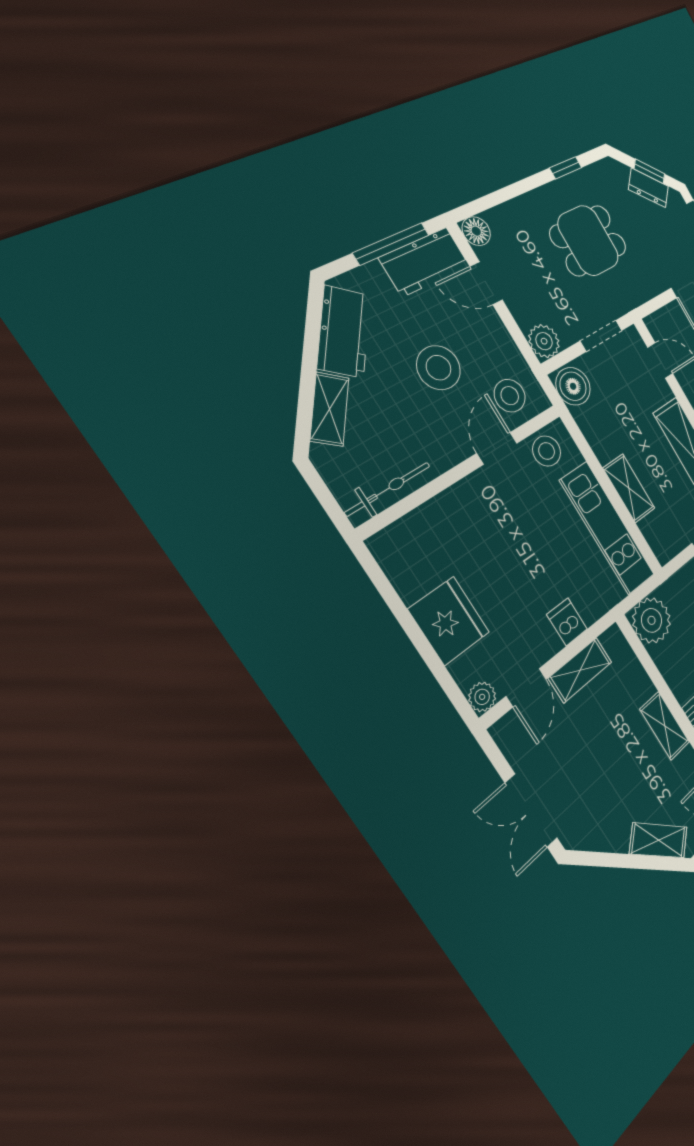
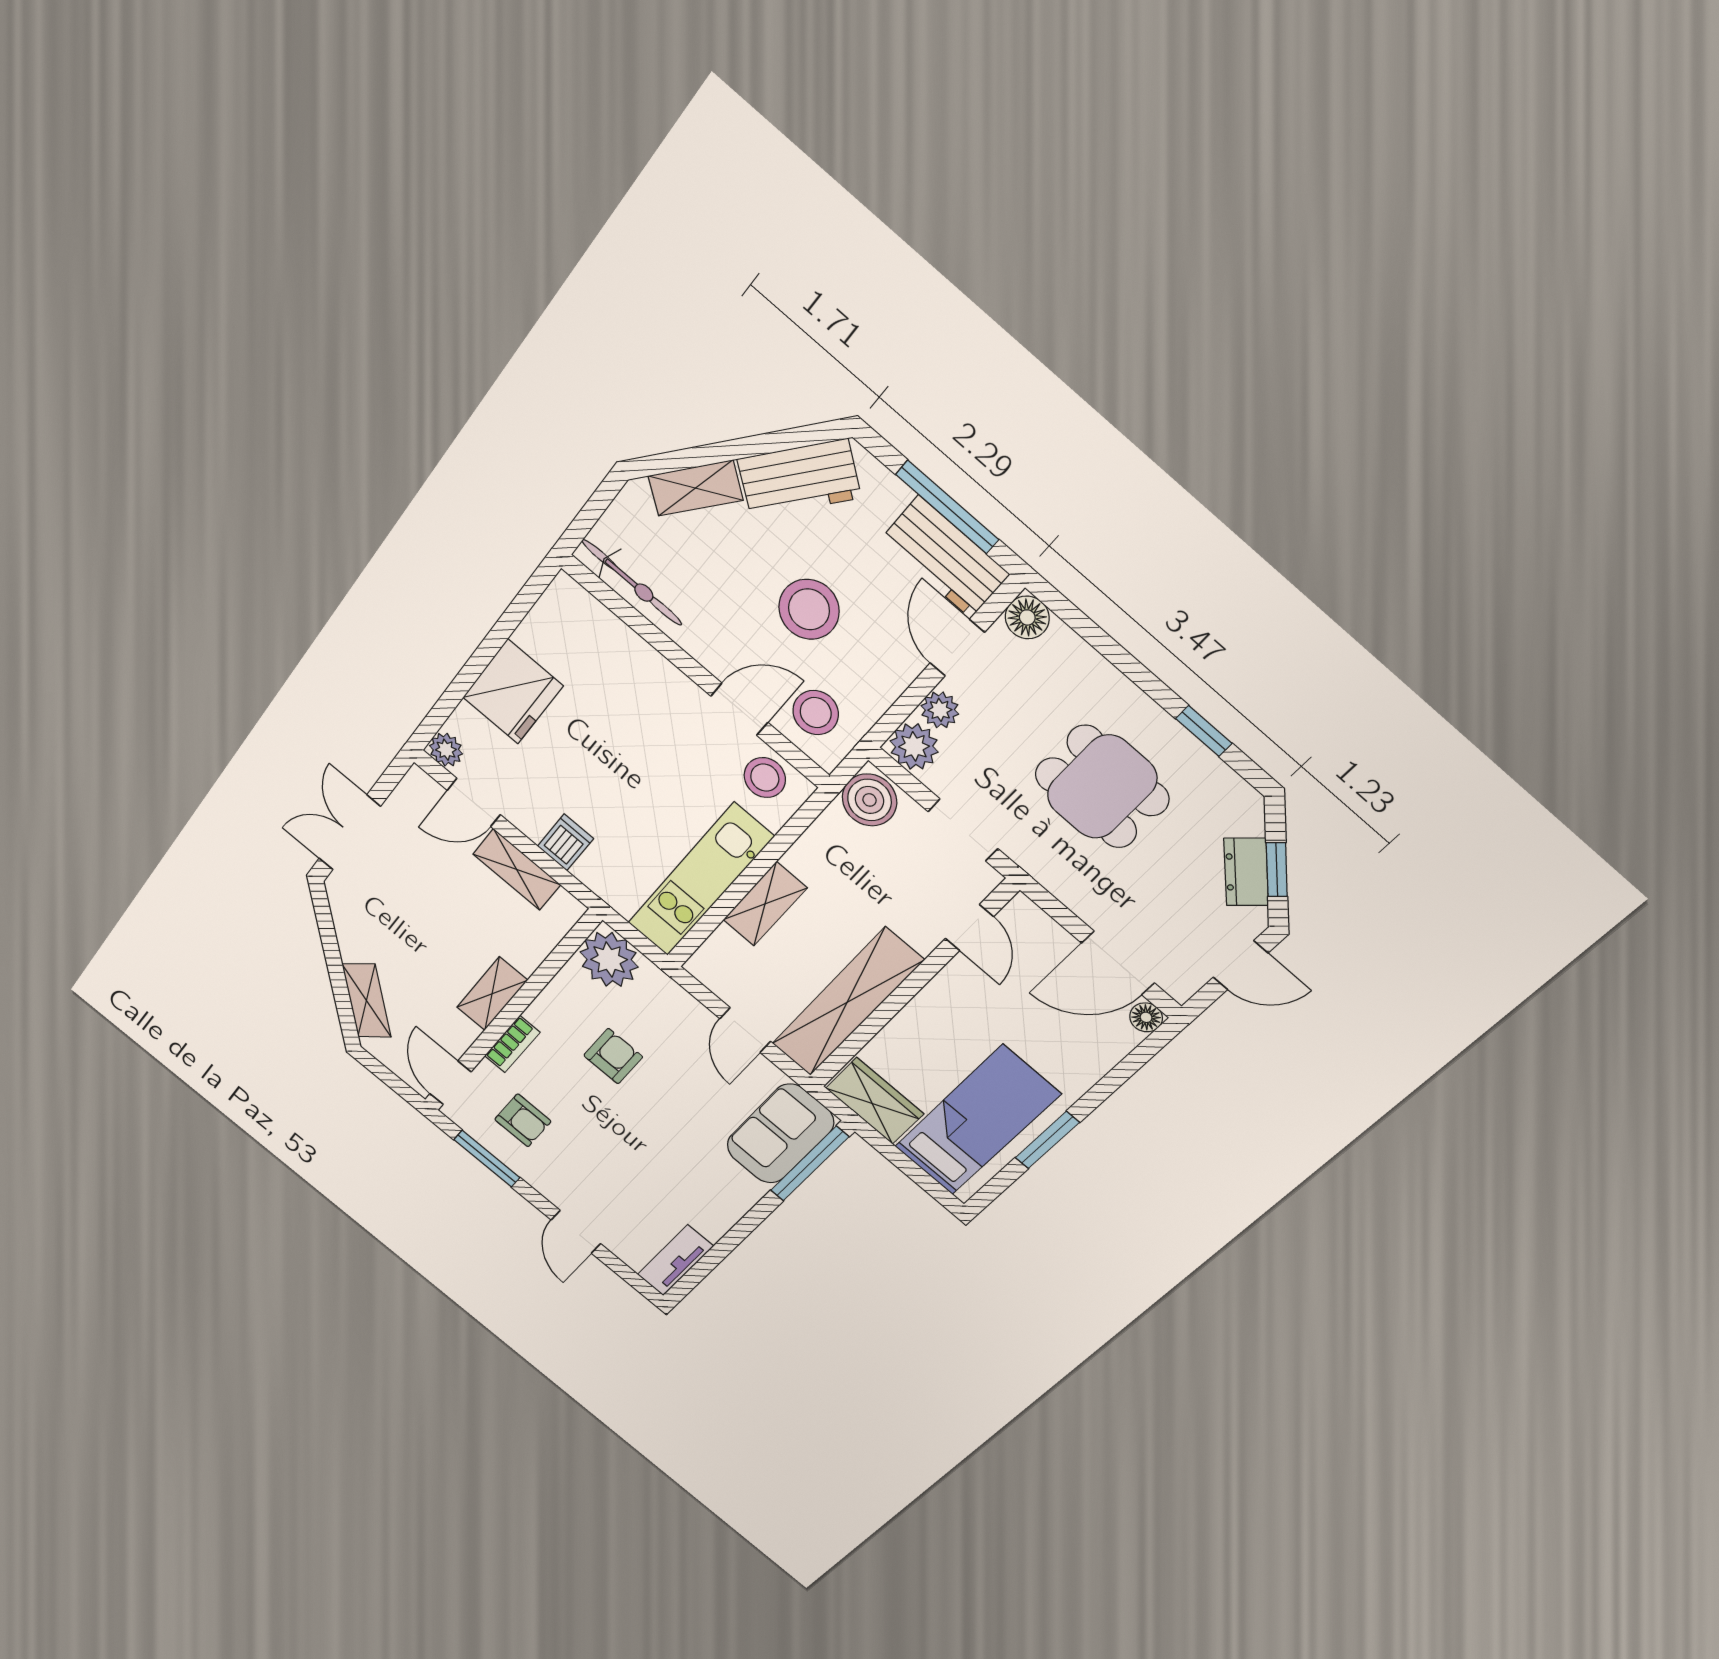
plant: (524, 313) -> (940, 710), added

